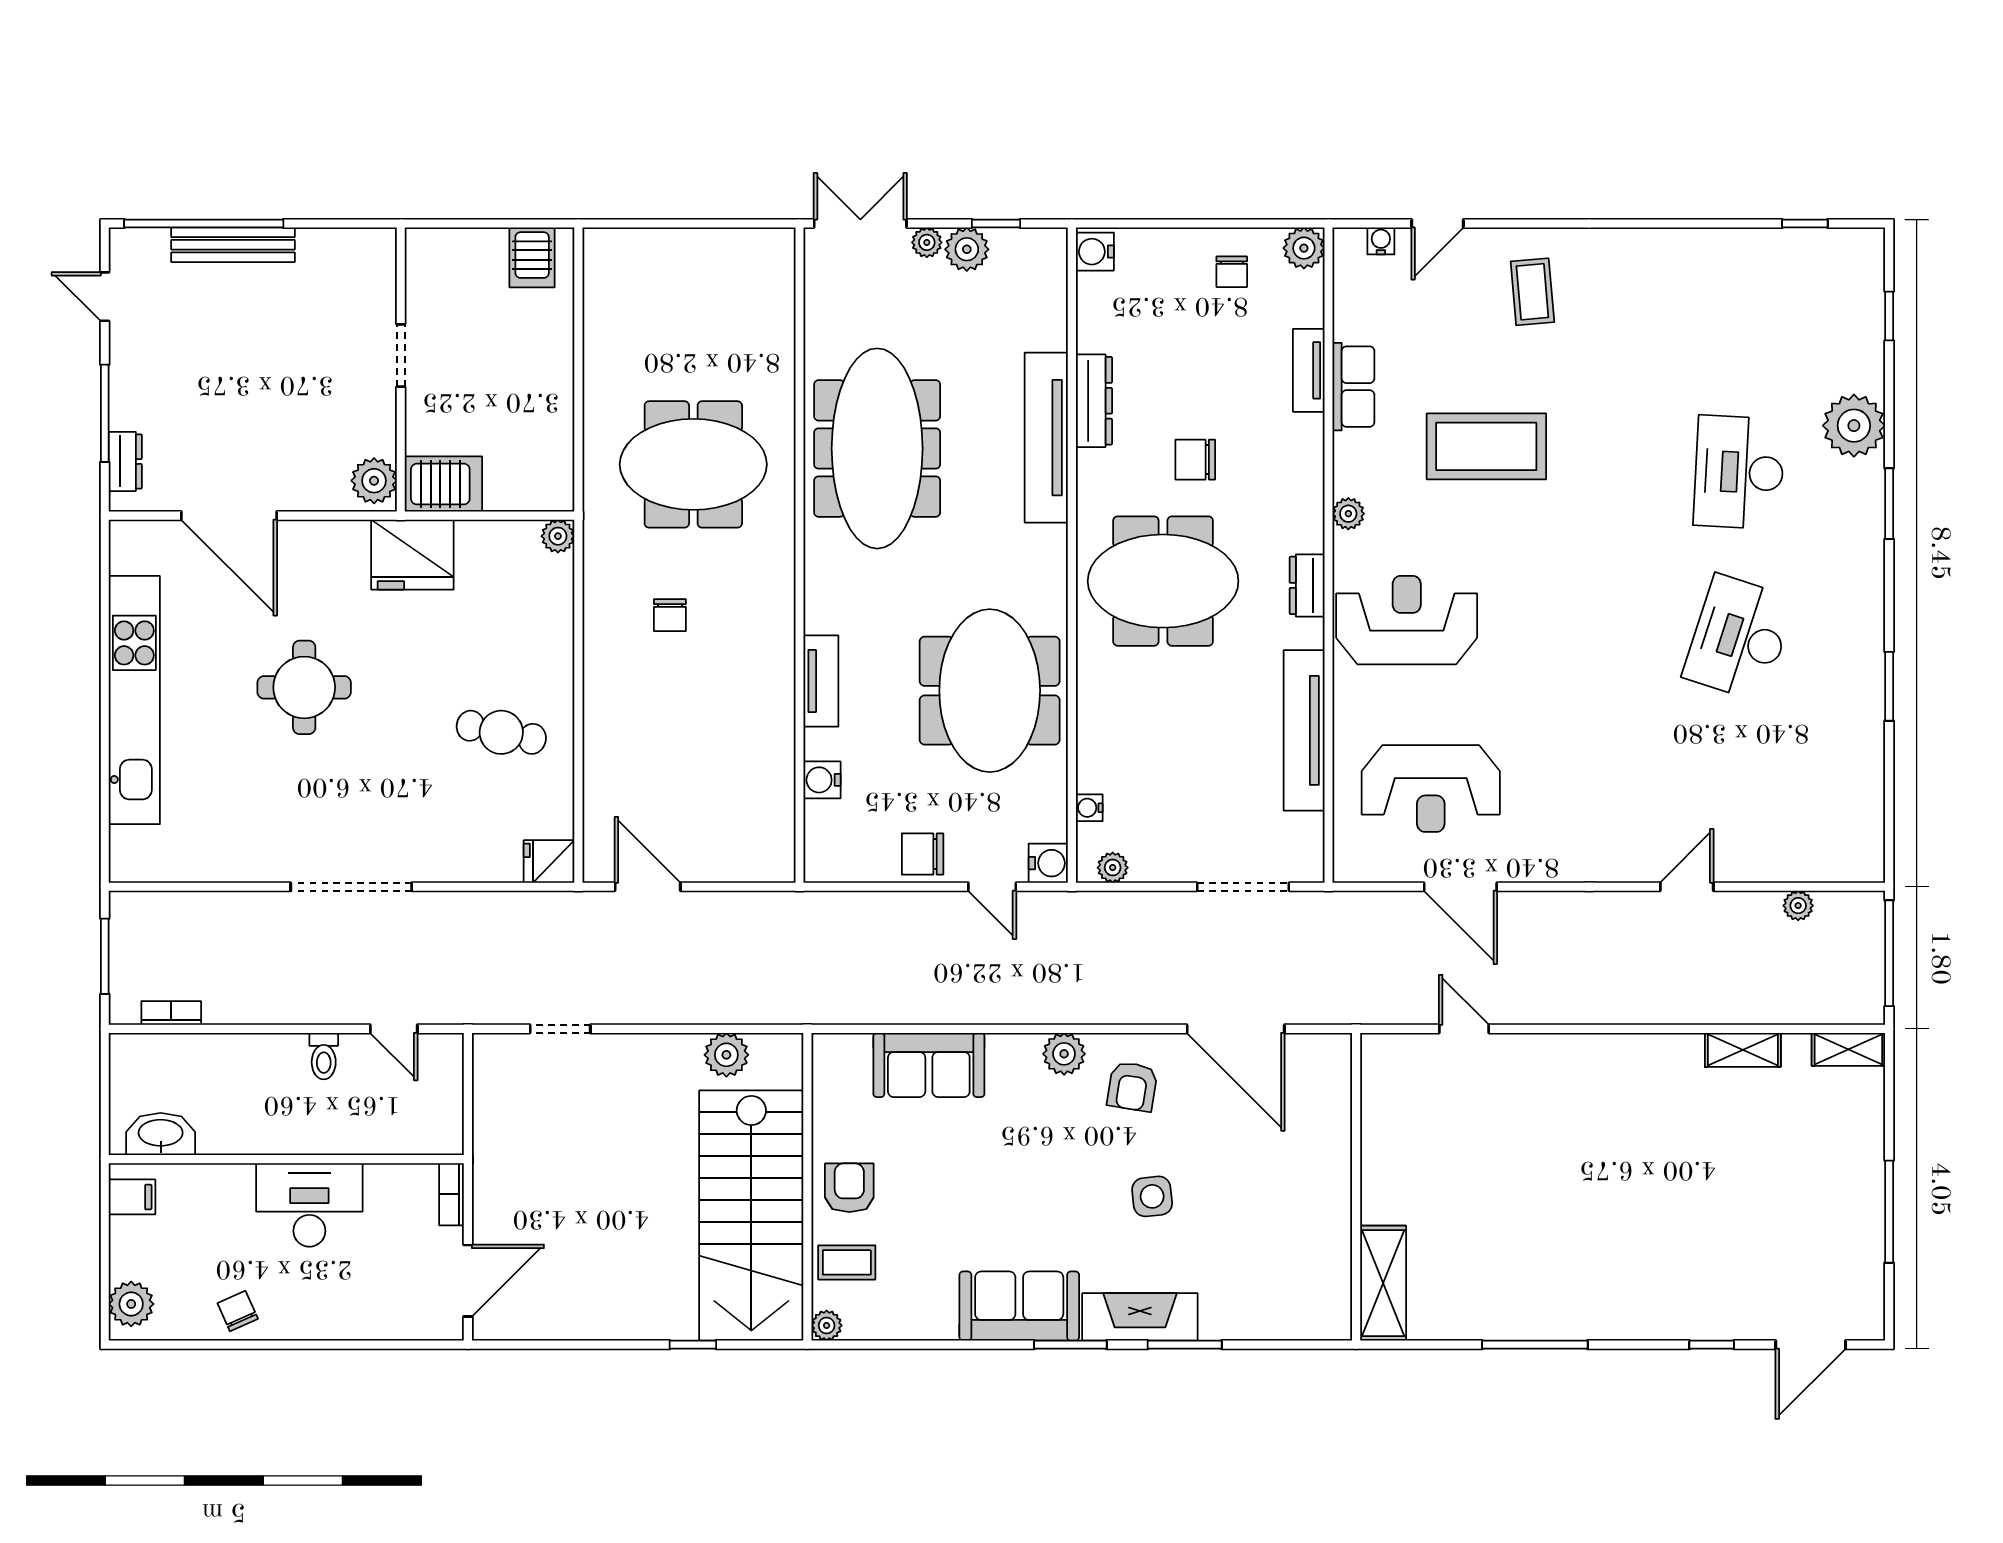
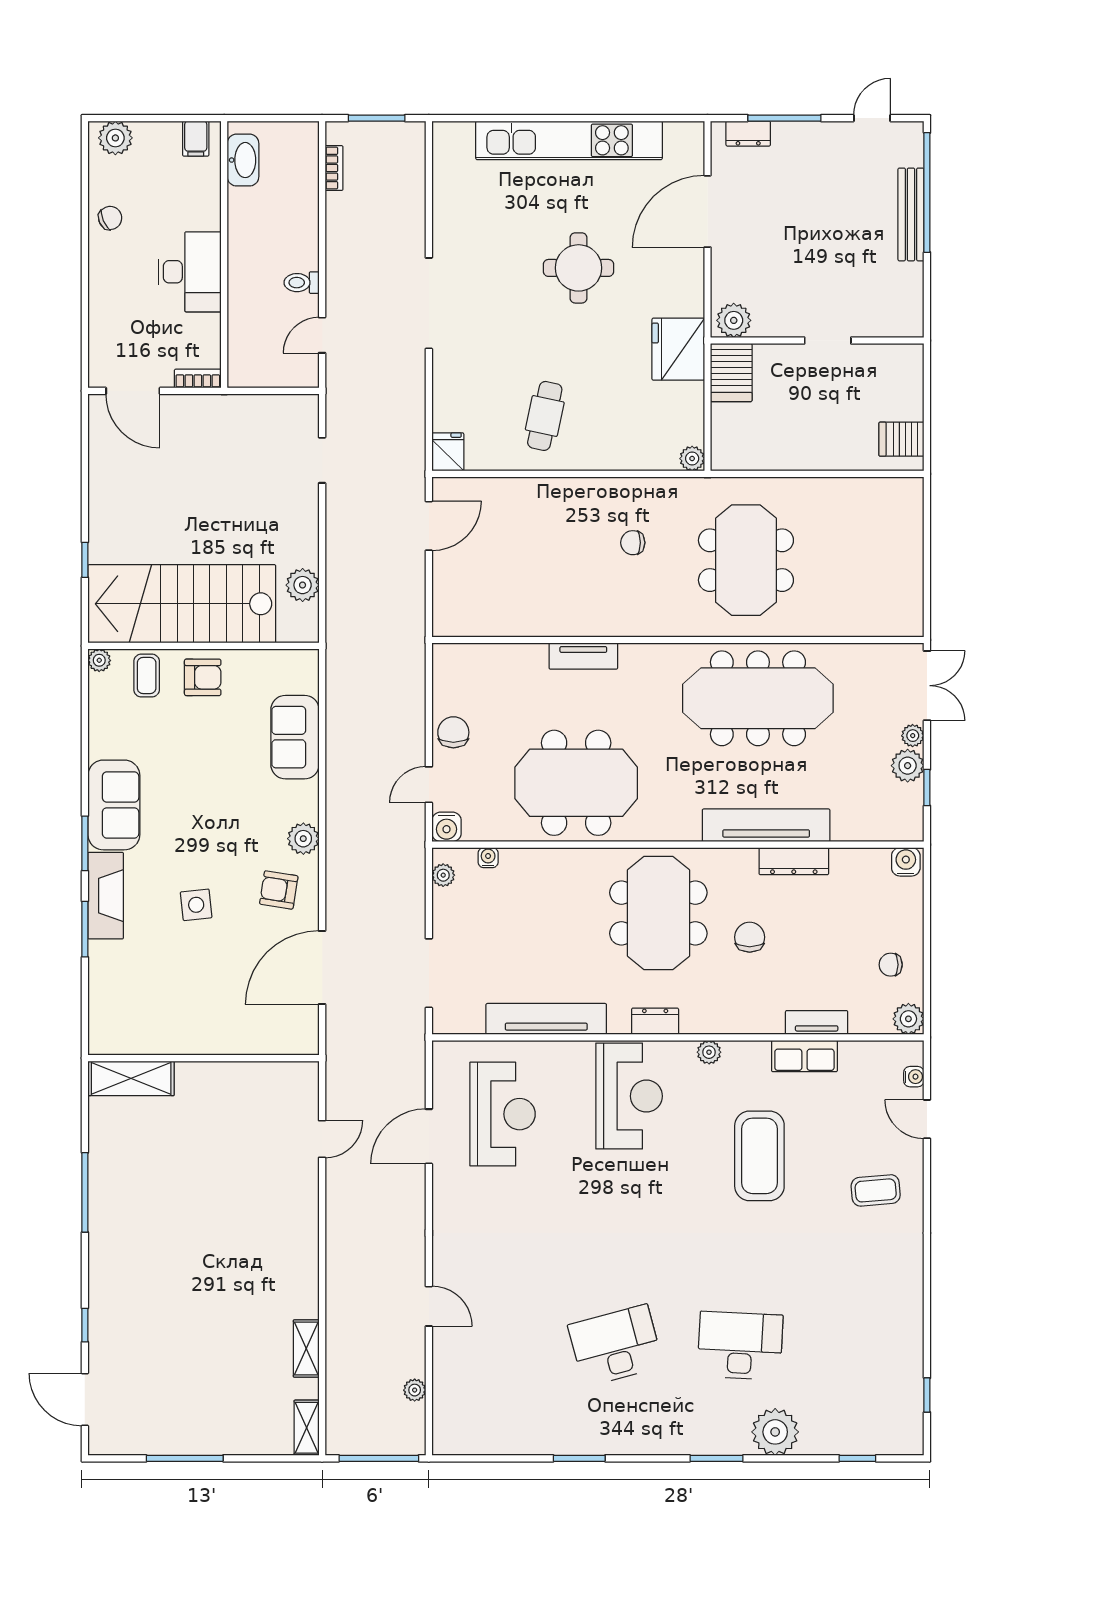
desk: (1739, 638) -> (616, 1346), turned -33
water cooler: (822, 780) -> (509, 657), removed
reception desk: (1431, 788) -> (503, 1114), turned 180

